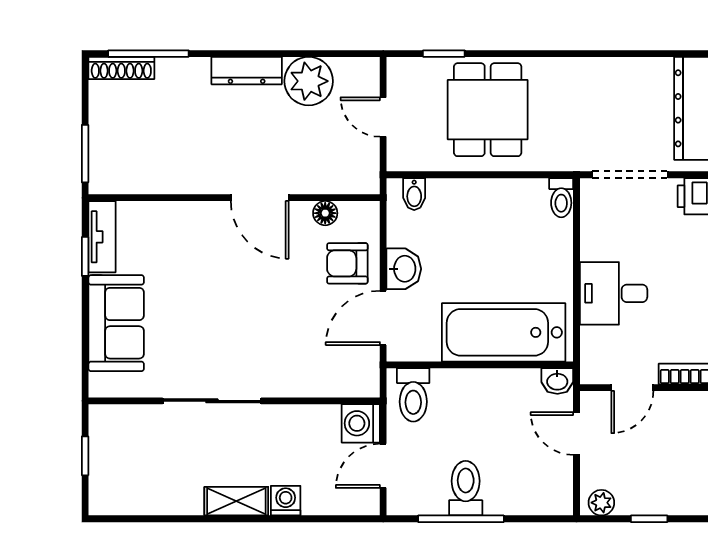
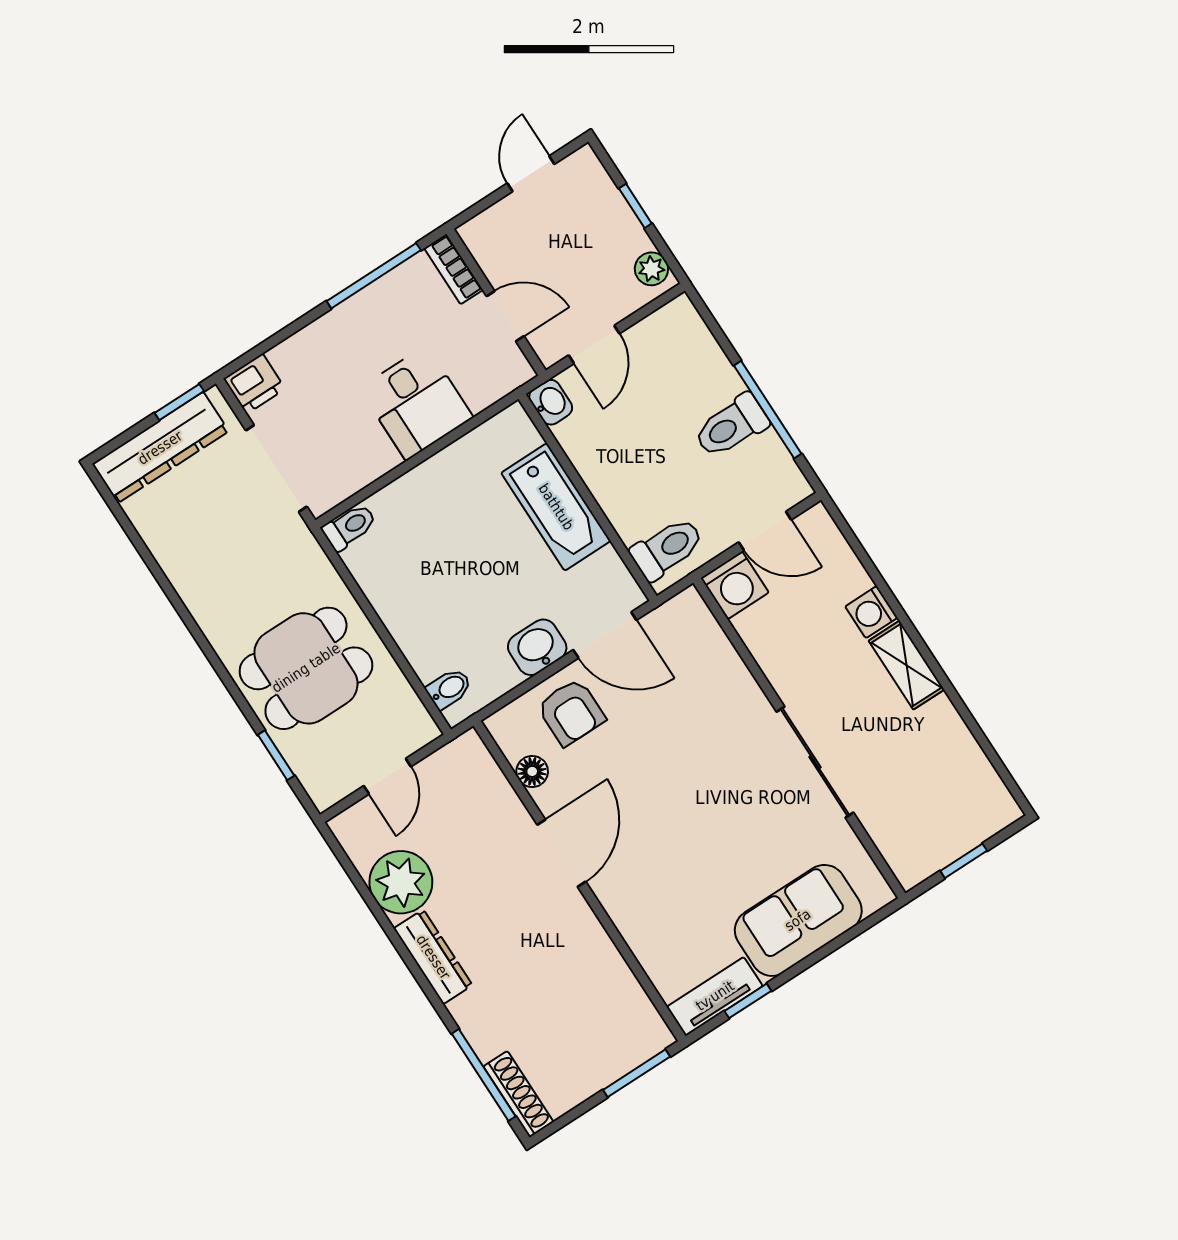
bathtub: (504, 332) -> (556, 507), width x0.73, depth x0.73

